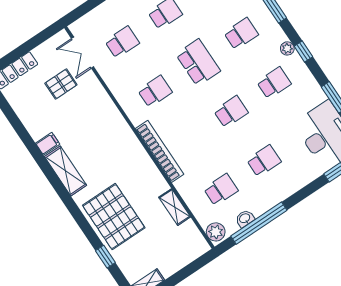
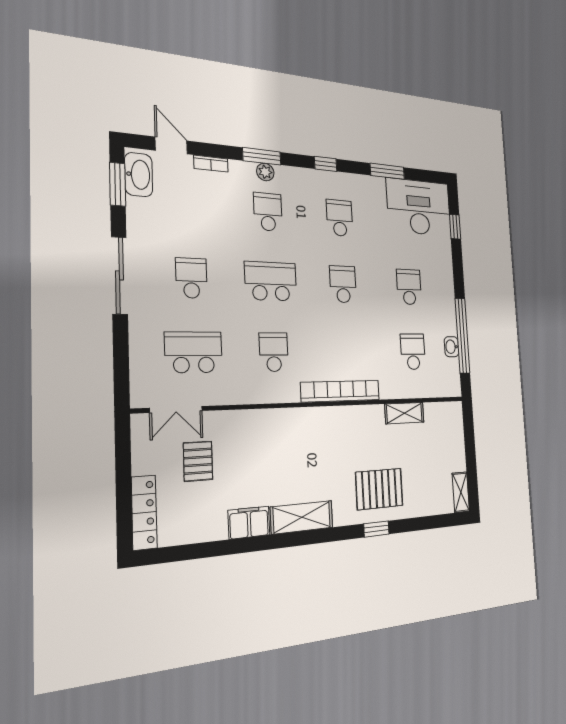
school desk: (122, 42) -> (194, 352), width x1.85
plant: (287, 48) -> (265, 172), moved
filing cabinet: (48, 144) -> (249, 523), width x2.00
pallet: (114, 217) -> (379, 489), width x0.73, depth x0.71
plant: (216, 232) -> (449, 386), removed
window: (105, 257) -> (376, 529), moved

